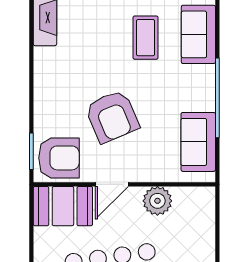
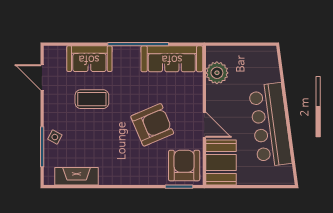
sofa: (198, 142) -> (172, 59), width x1.36
plant: (157, 201) -> (217, 73), moved

